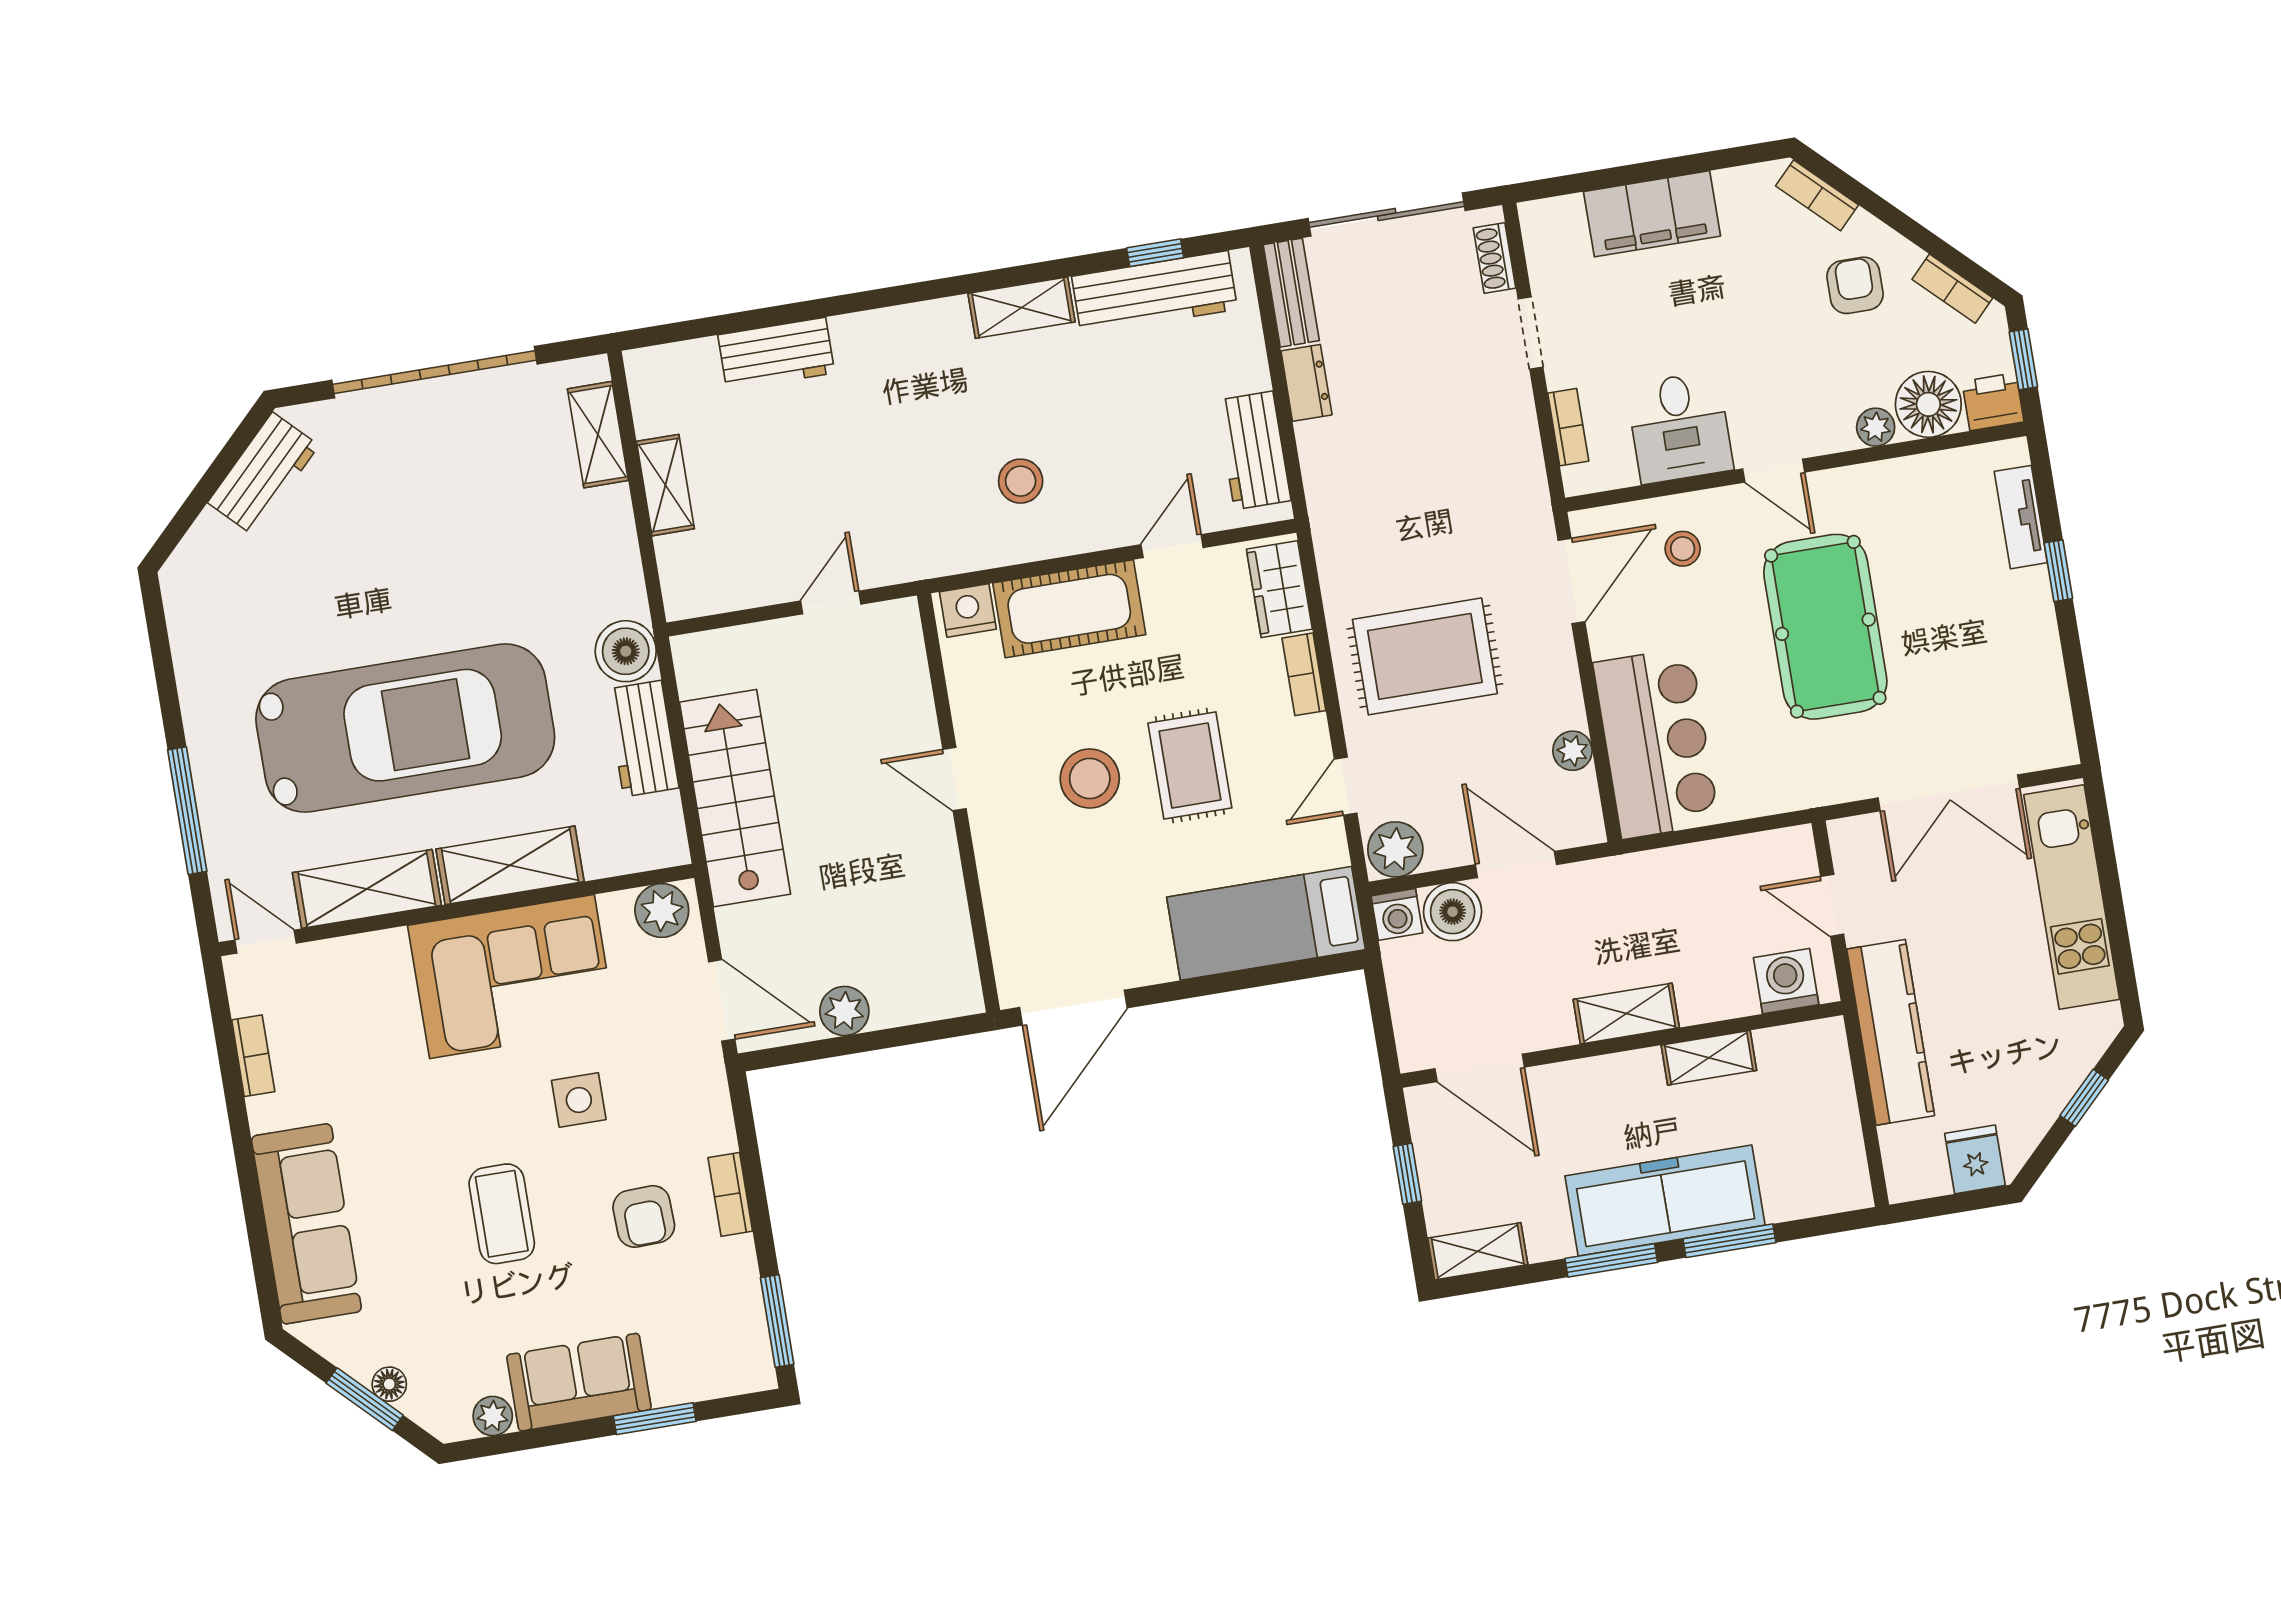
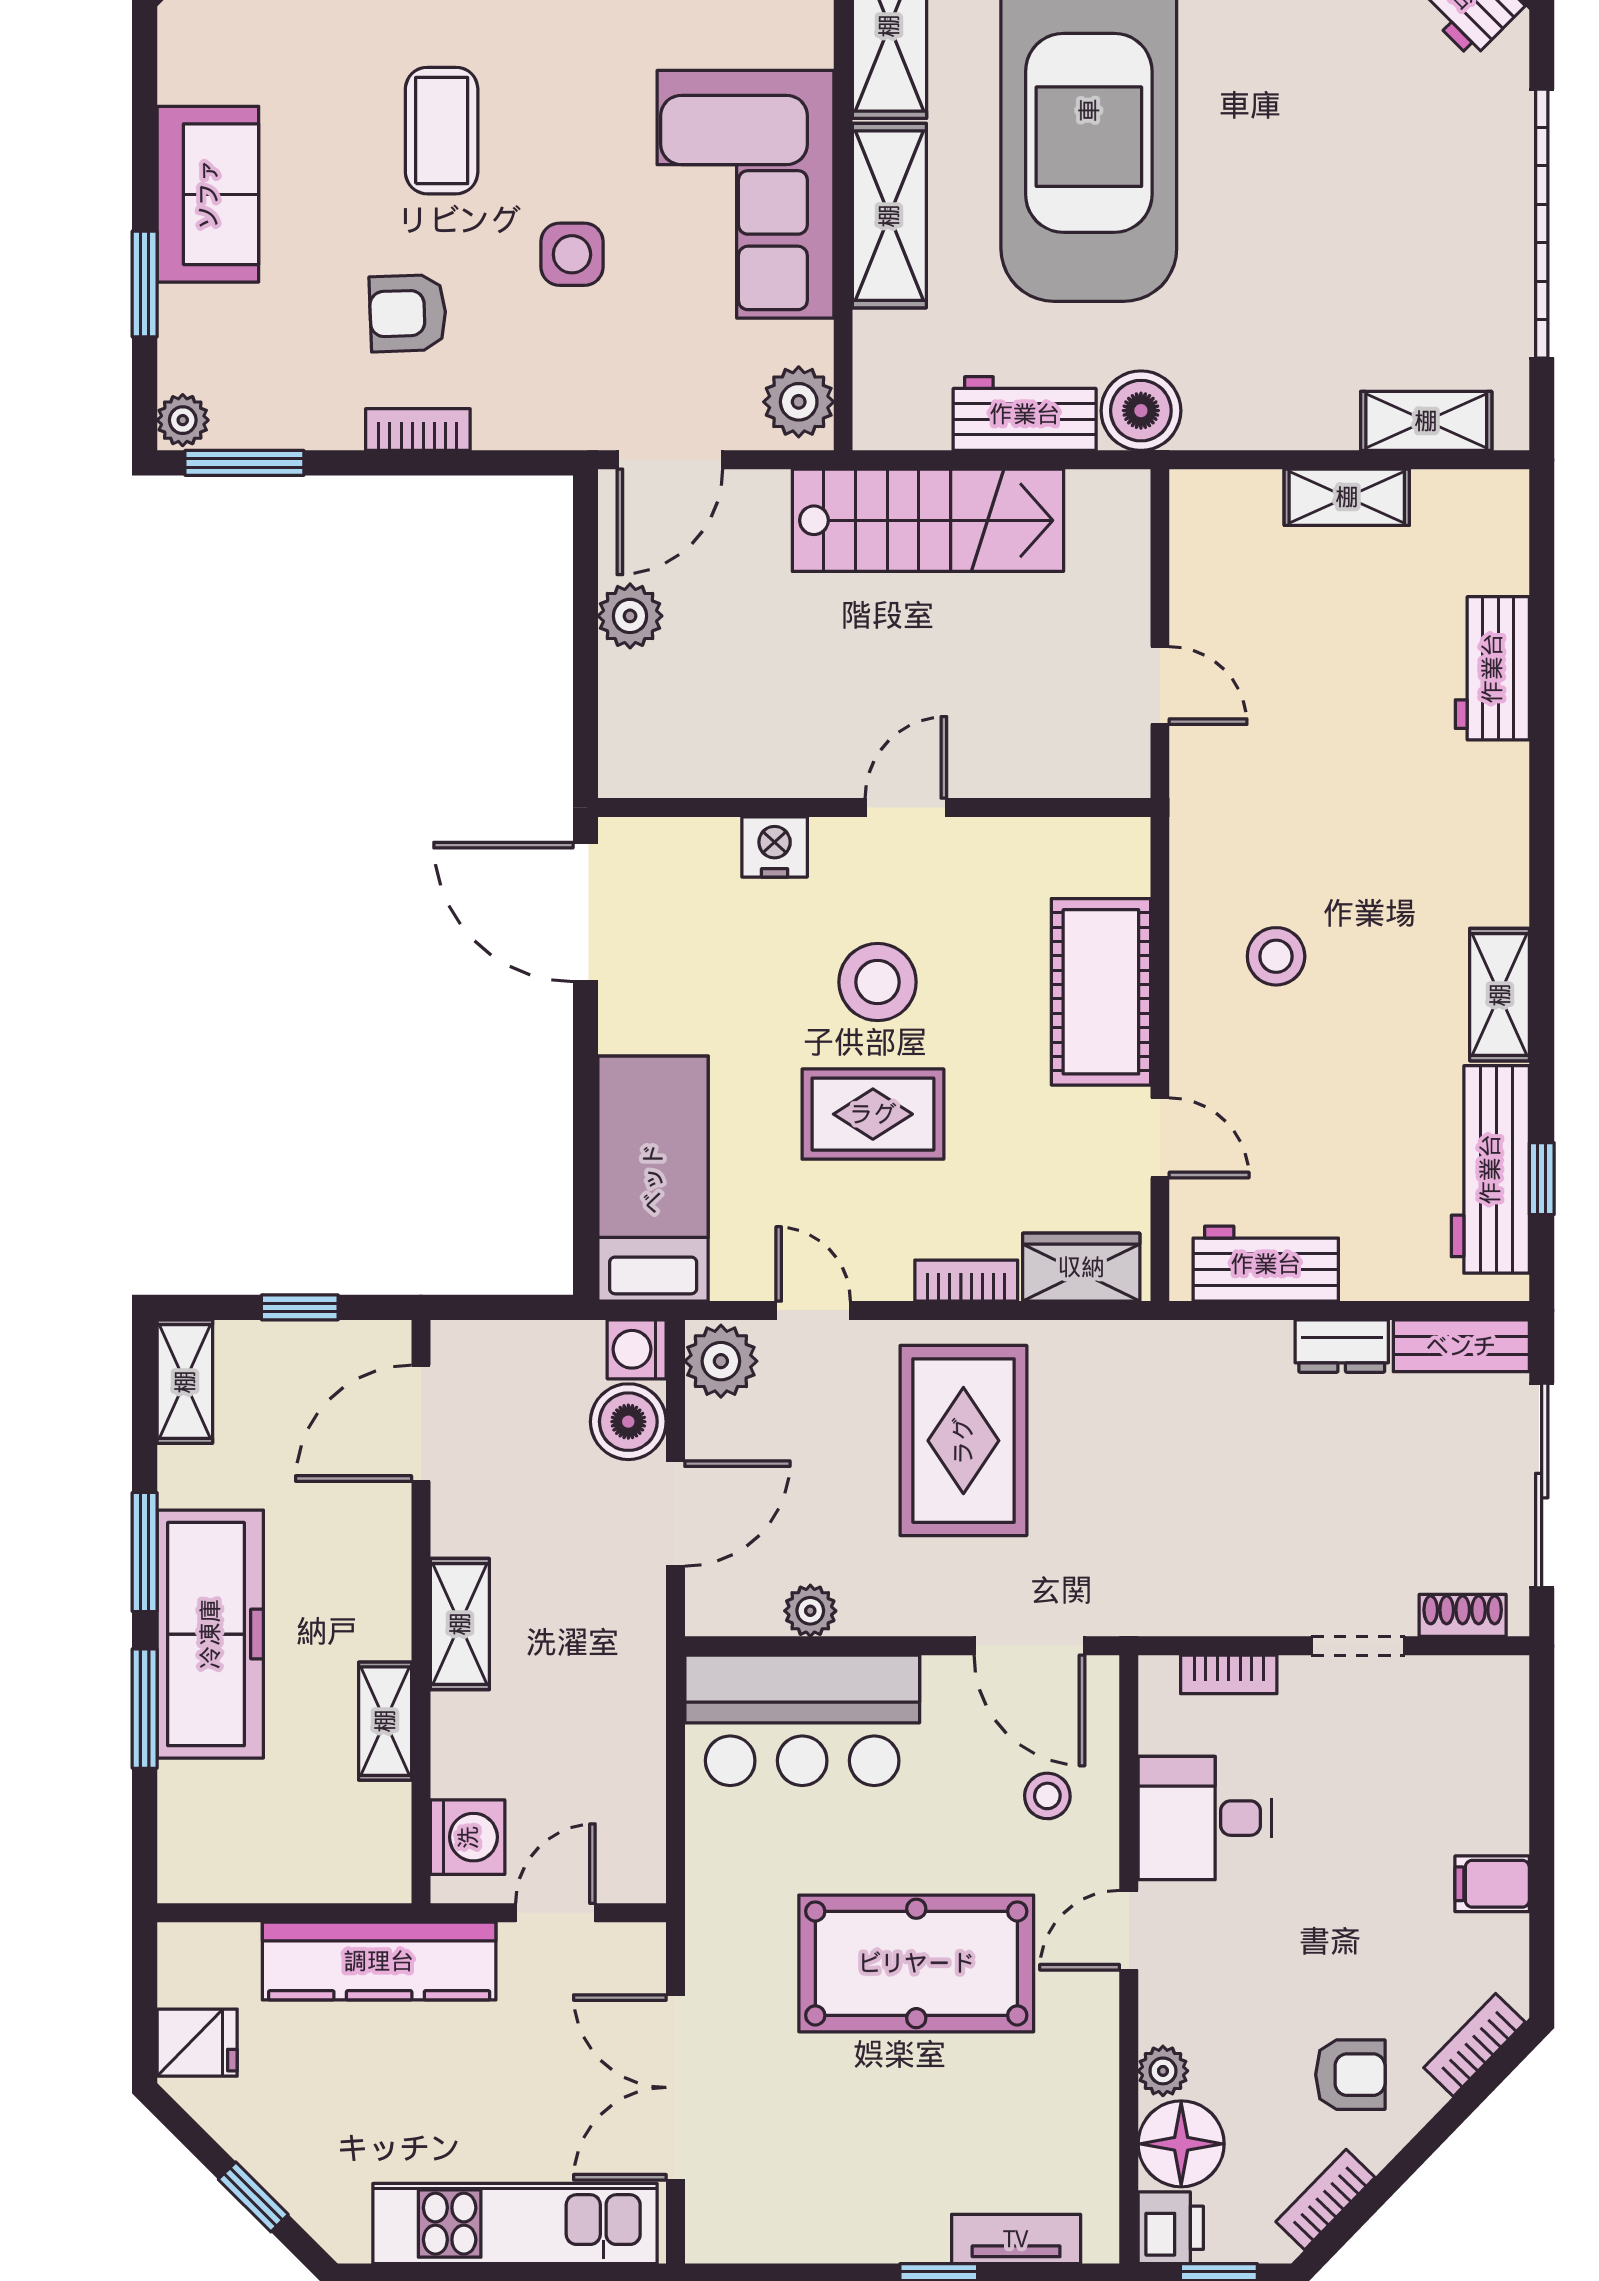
filing cabinet: (1652, 214) -> (1492, 1884), width x0.33, depth x0.86
nightstand: (968, 610) -> (775, 847), moved, turned -90
coffee table: (502, 1214) -> (442, 131), turned 90
plant: (493, 1416) -> (183, 420), moved

